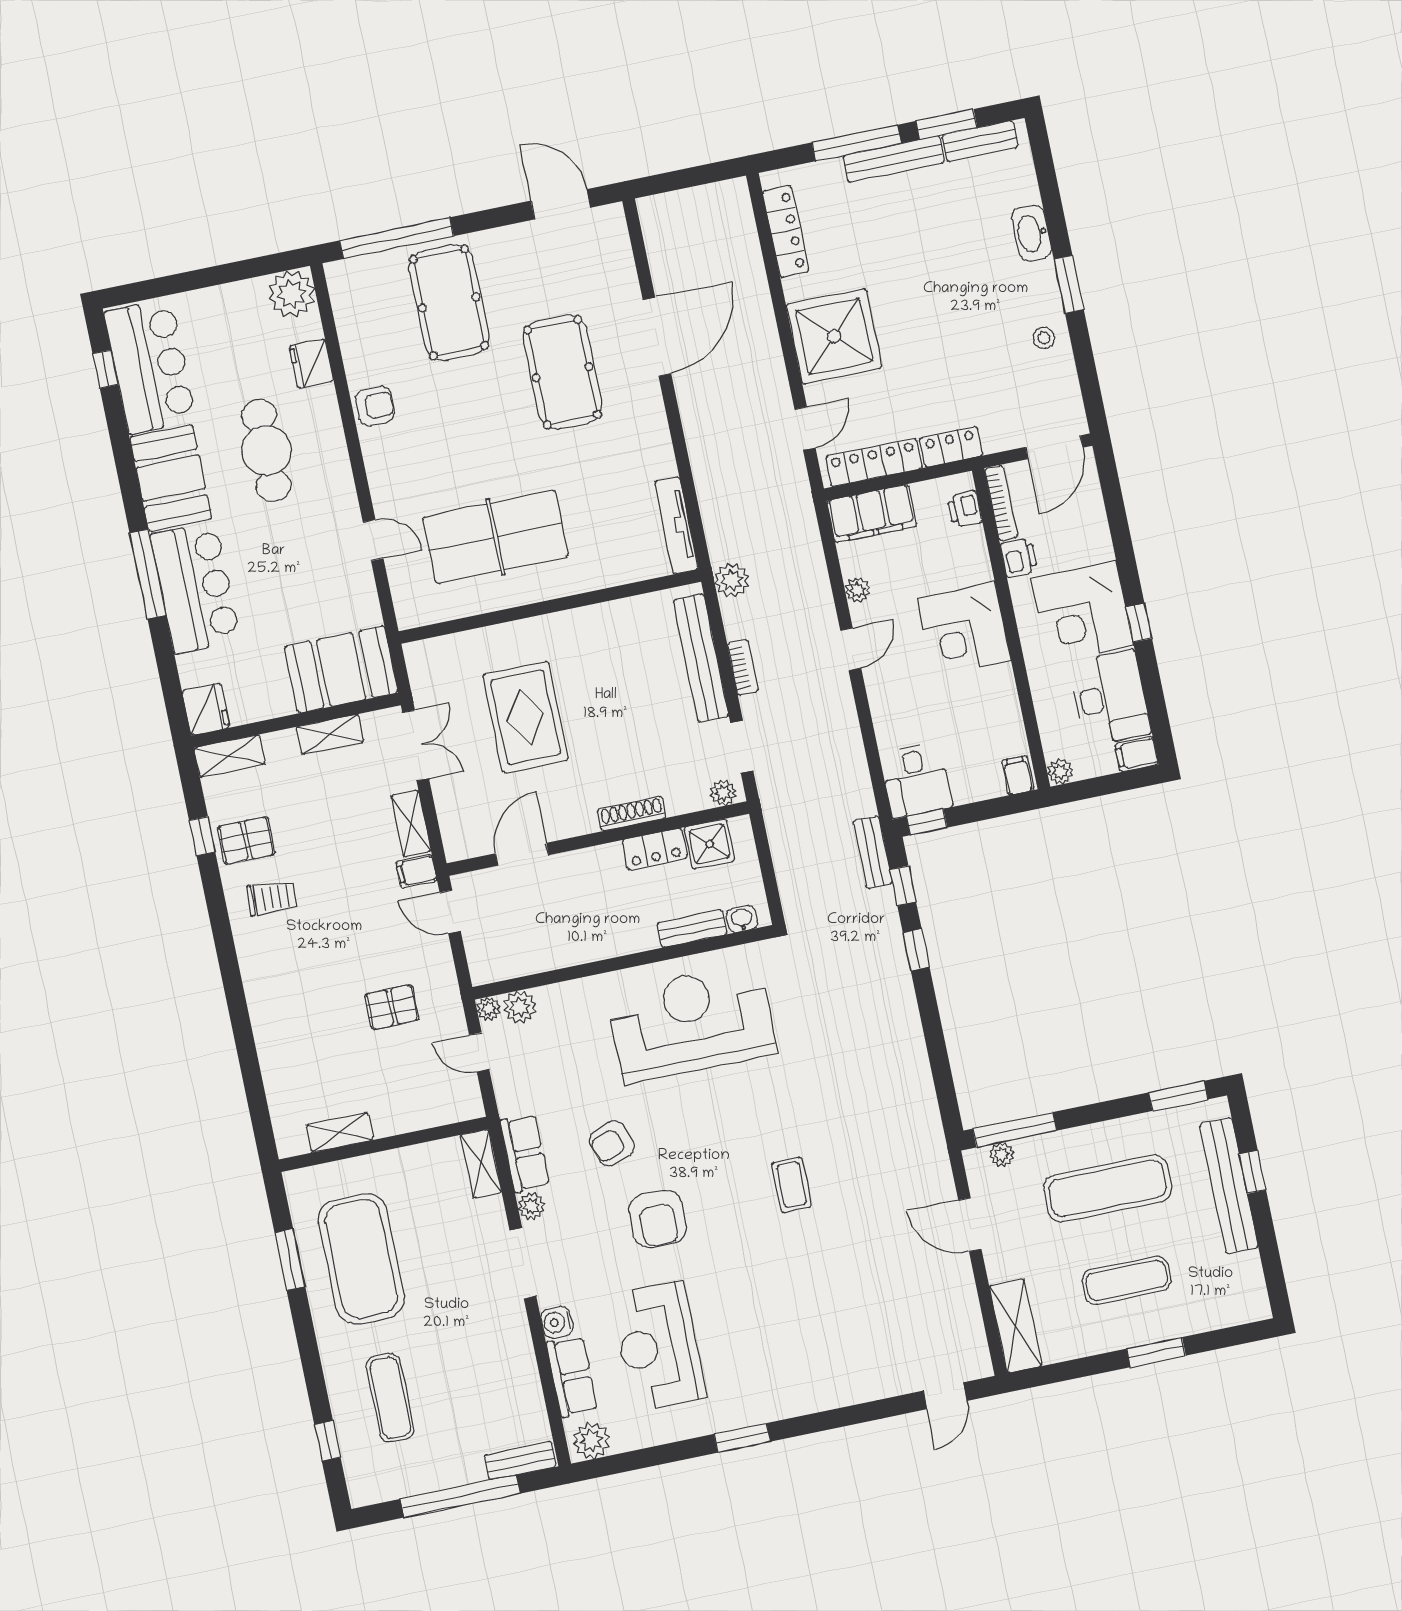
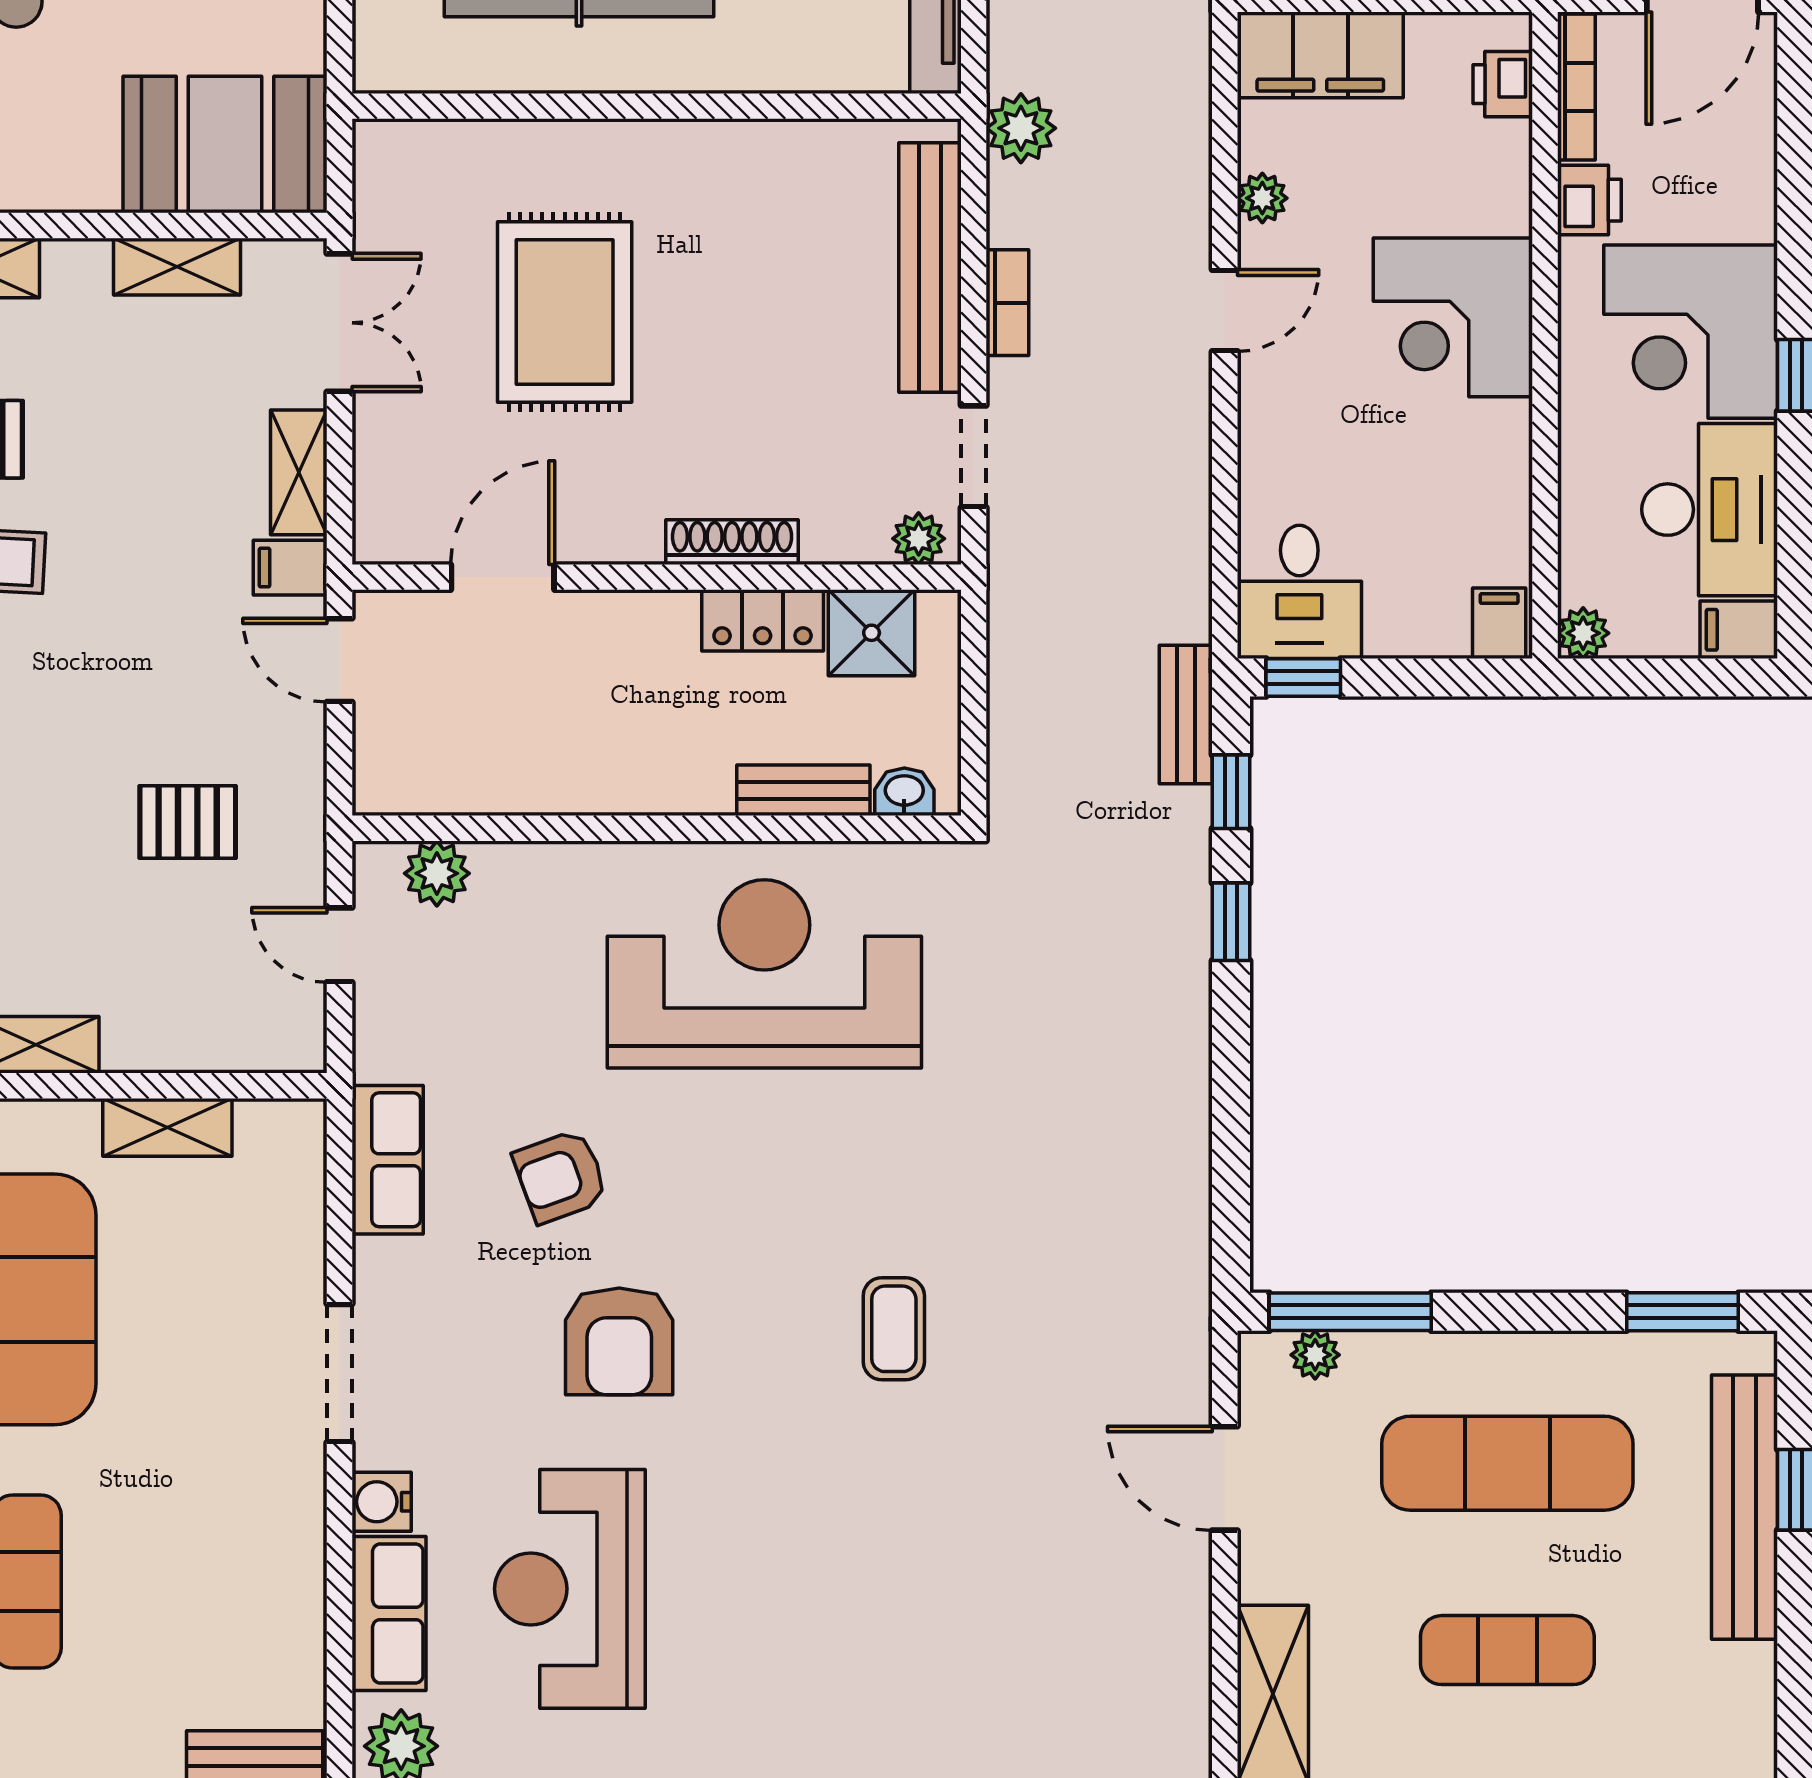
plant: (489, 1009) -> (376, 864), removed
shelving: (481, 1164) -> (167, 1127), moved, turned 90
plant: (531, 1206) -> (379, 1266), removed

